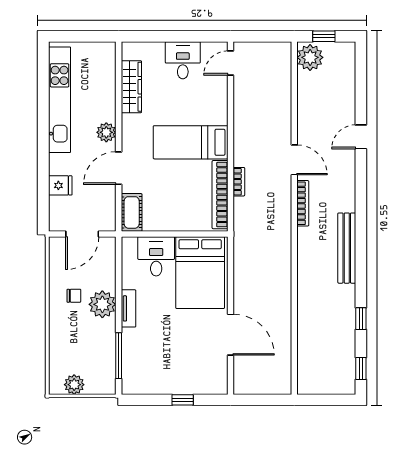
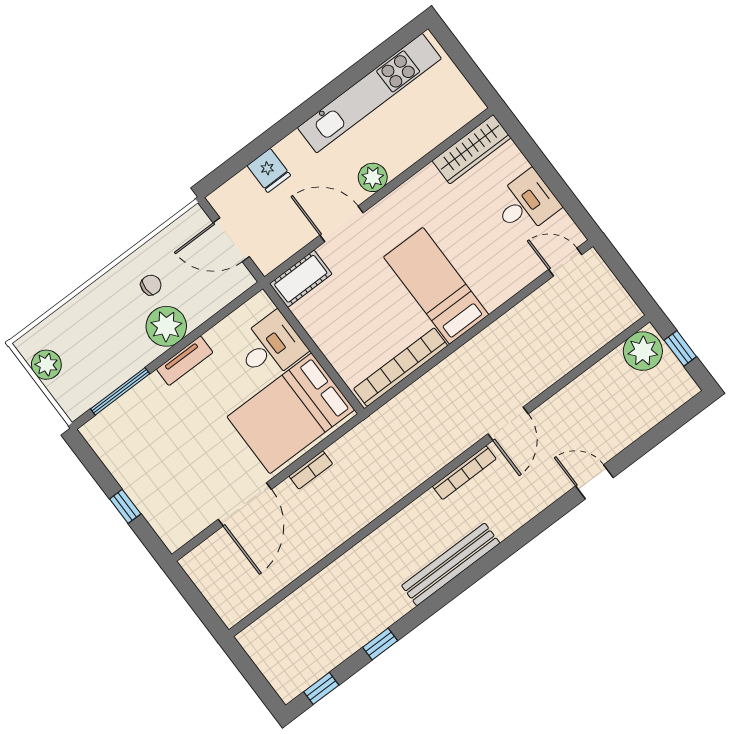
wardrobe: (131, 87) -> (471, 149), moved
bookcase: (239, 182) -> (311, 470), moved
chair: (74, 296) -> (151, 285), turned -90

